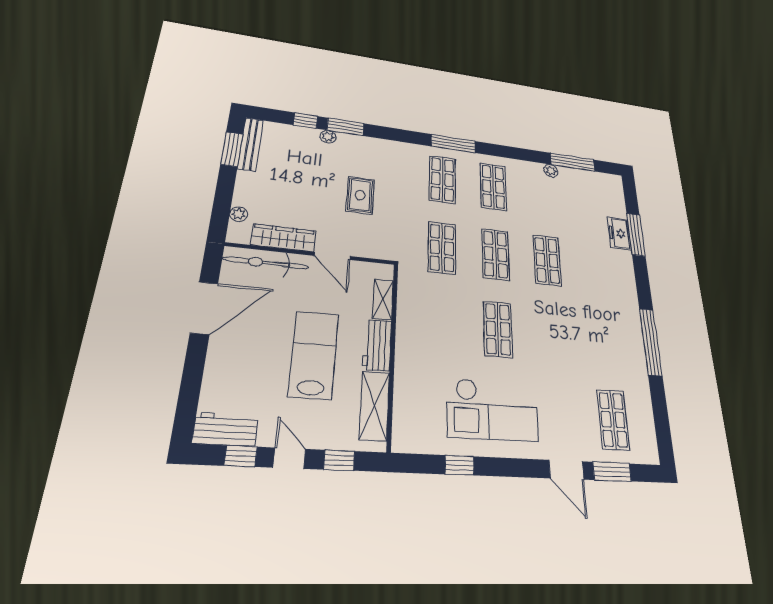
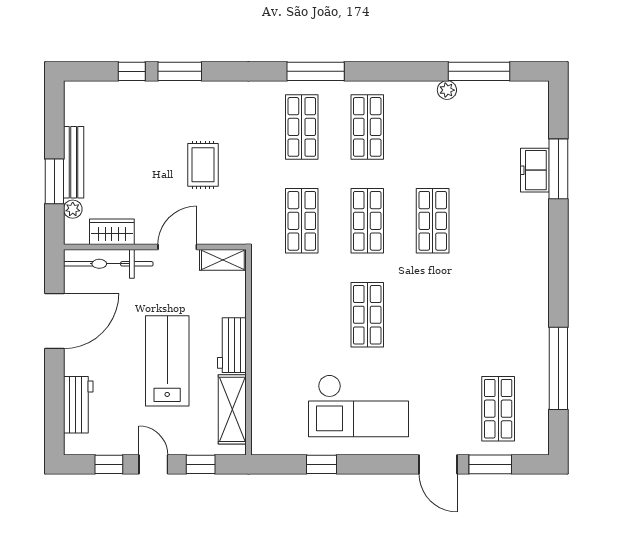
plant: (328, 137) -> (160, 90), removed
bench: (251, 144) -> (74, 162), moved
window: (232, 149) -> (54, 181), moved
wardrobe: (283, 238) -> (112, 232), width x0.67
door: (332, 256) -> (177, 247), swing flipped
shelving: (383, 299) -> (223, 260), moved, turned 90
window: (651, 342) -> (558, 368), moved
workbench: (226, 429) -> (78, 405), moved, turned 90

